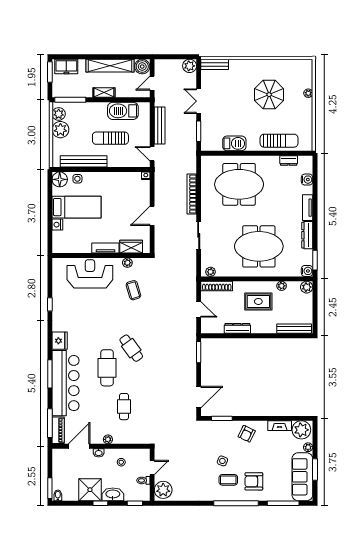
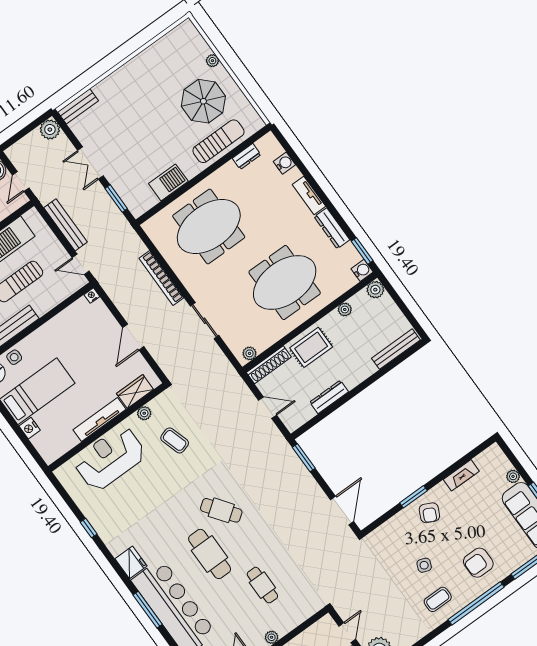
parasol: (269, 95) -> (203, 101), moved
tv unit: (105, 248) -> (100, 420), width x1.41
rug: (258, 301) -> (311, 347), moved
window: (222, 418) -> (413, 497), moved
plant: (301, 430) -> (490, 462), removed
coffee table: (228, 480) -> (438, 599), moved

